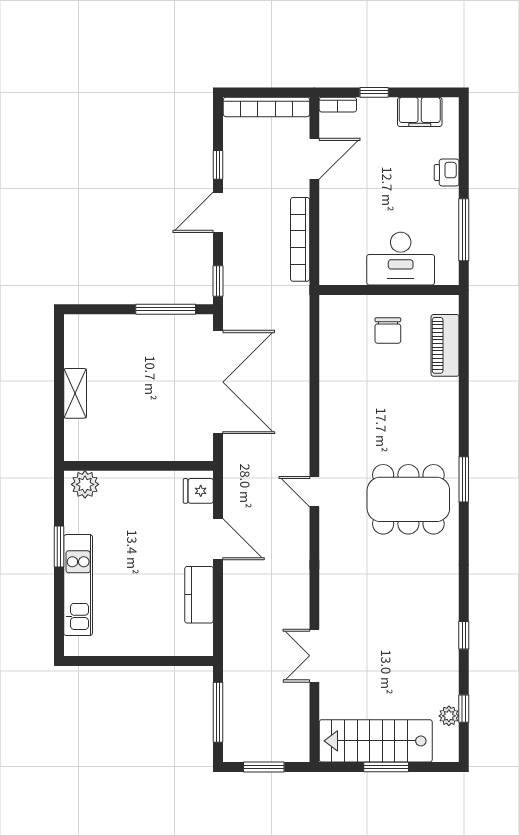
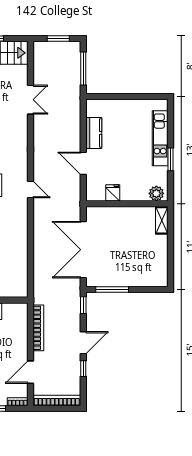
shelving: (75, 393) -> (162, 220), moved
fridge: (198, 491) -> (113, 193), moved, turned -90

